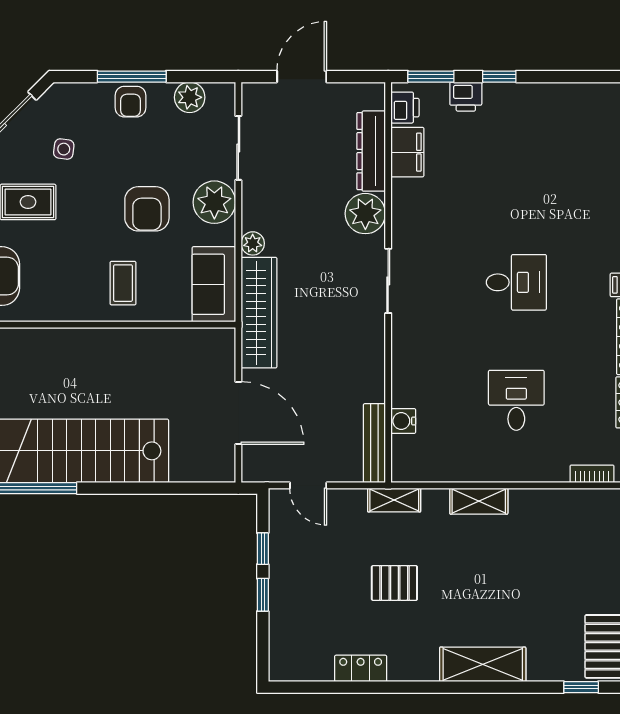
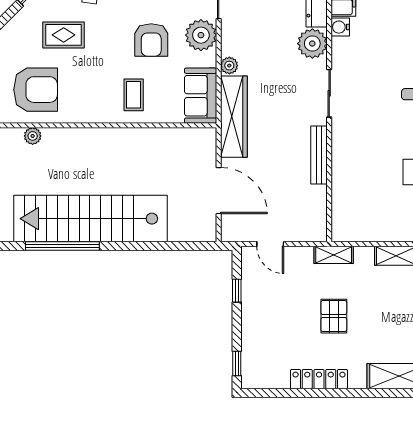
water cooler: (403, 421) -> (340, 27), moved
bench: (374, 443) -> (319, 155), moved
pallet: (394, 583) -> (334, 316), turned 90
window: (263, 595) -> (237, 364), moved
locker: (361, 668) -> (319, 379), width x1.53

